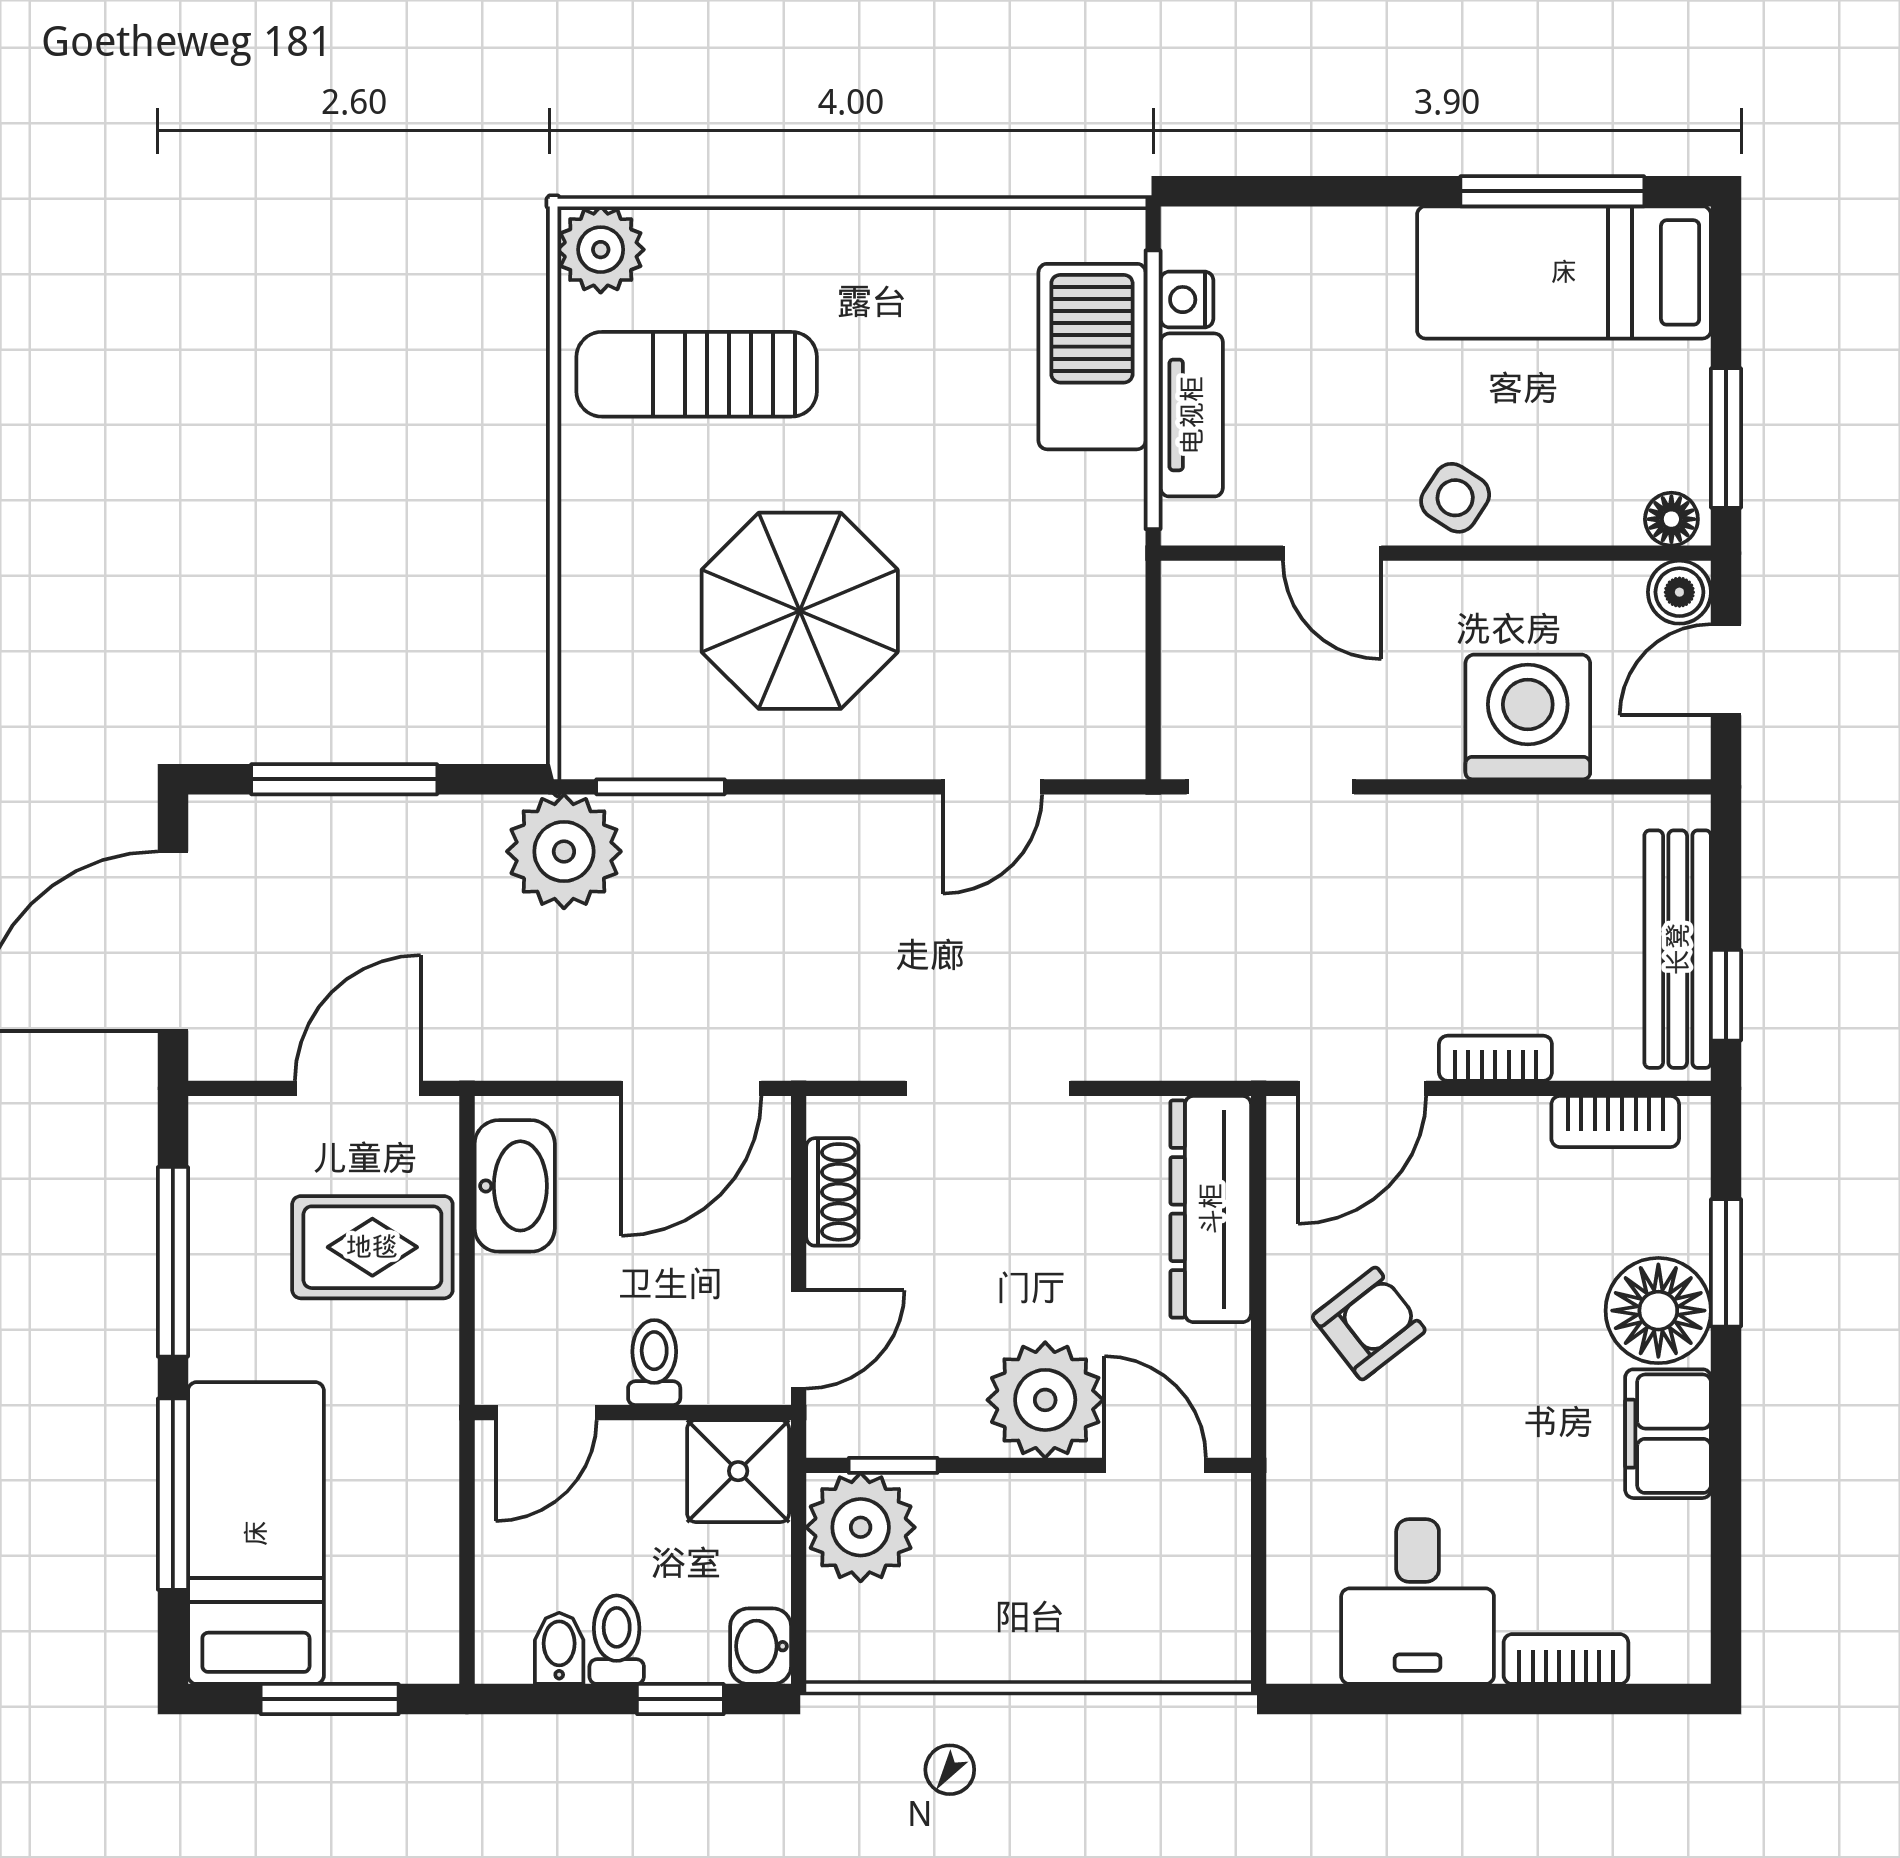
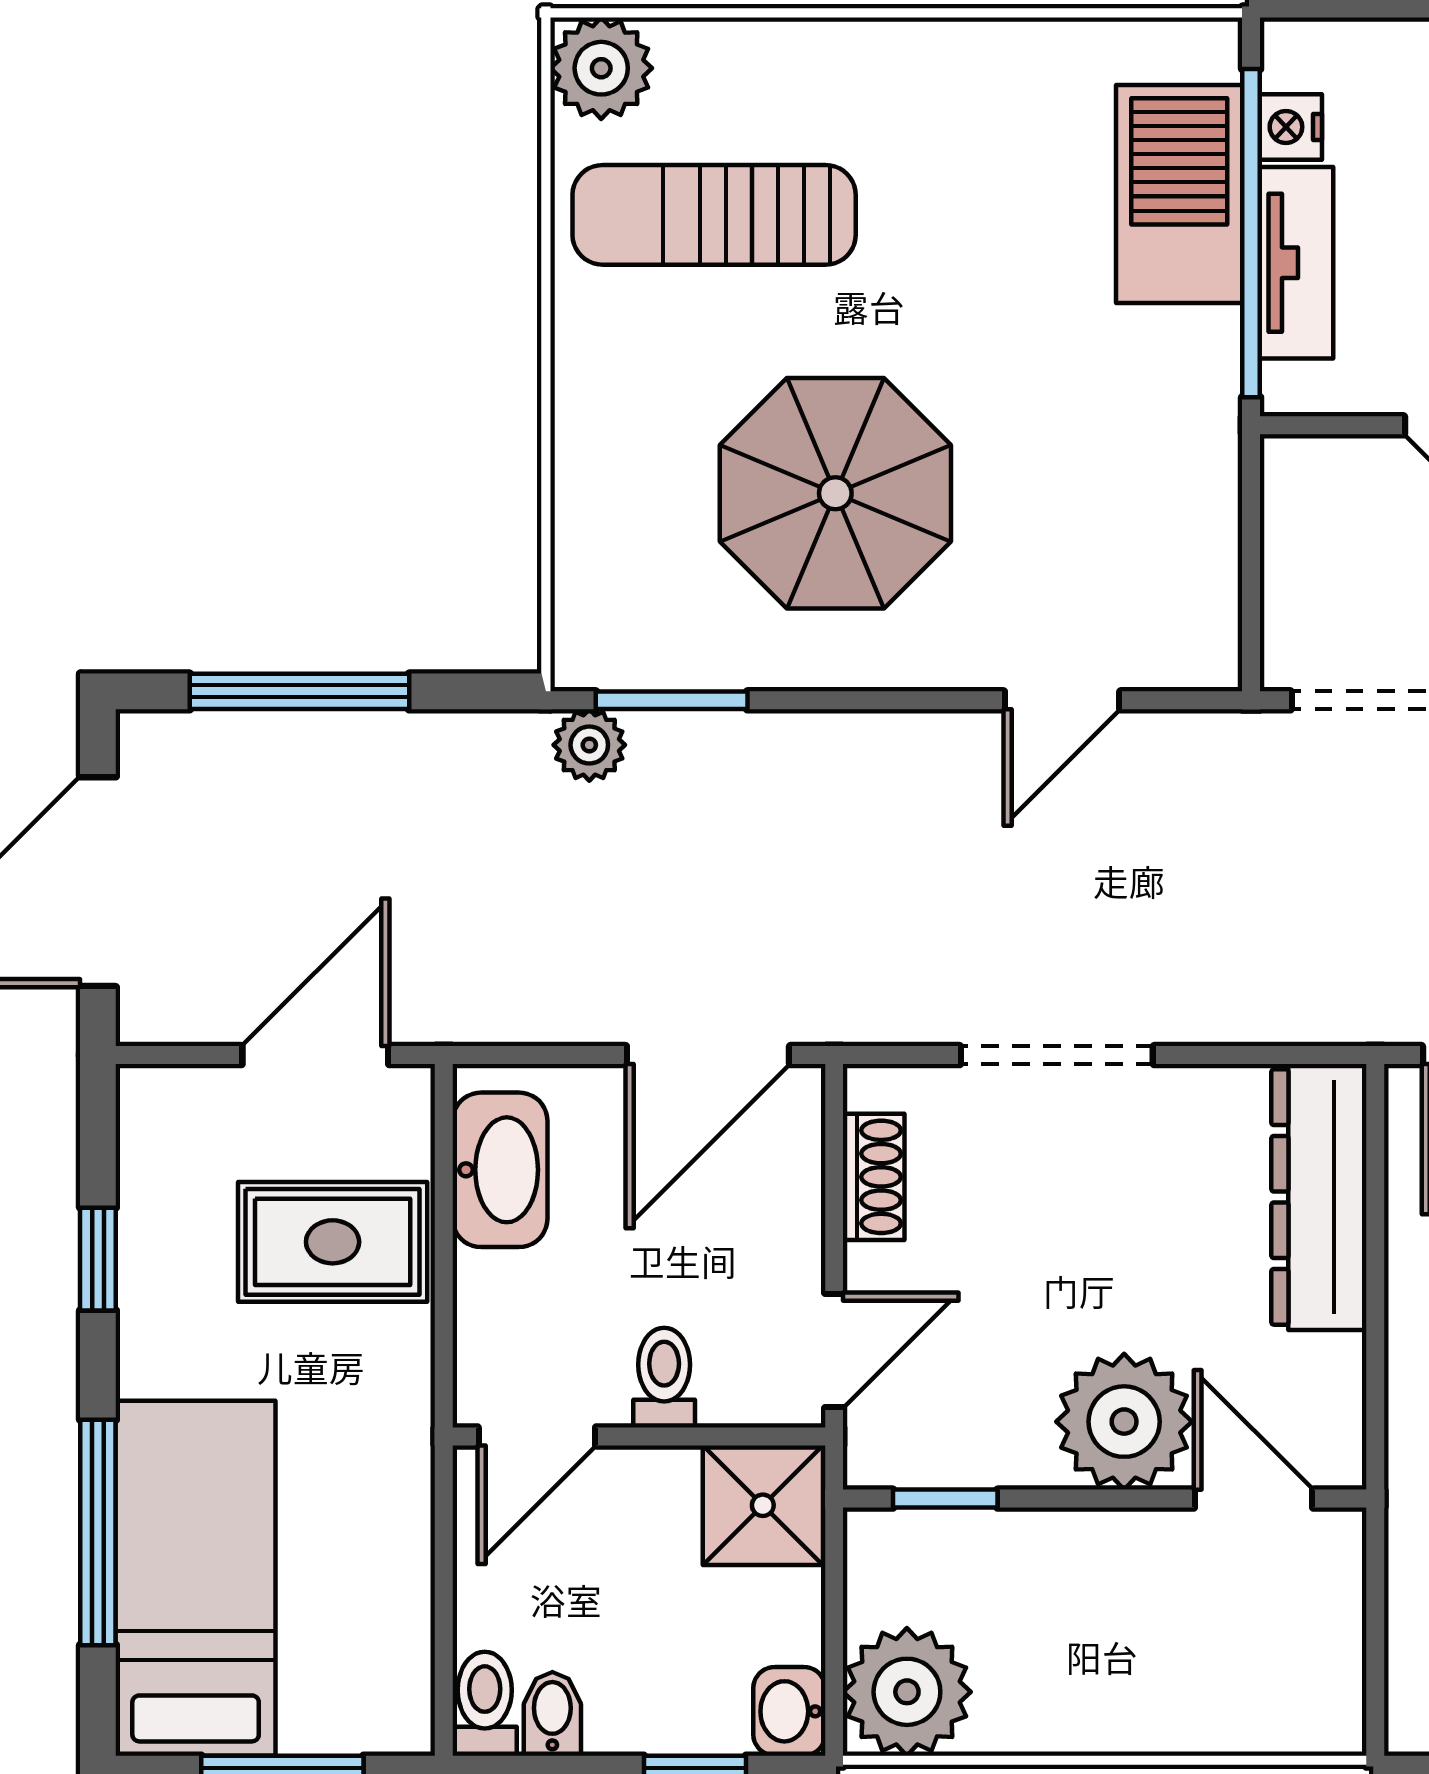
plant: (564, 851) -> (589, 745), width x0.53, depth x0.53
window: (173, 1262) -> (98, 1259), width x0.46
plant: (861, 1527) -> (907, 1692), moved
toilet: (617, 1640) -> (485, 1704), moved

